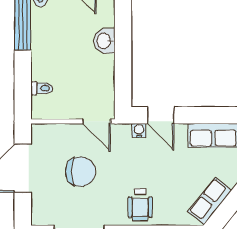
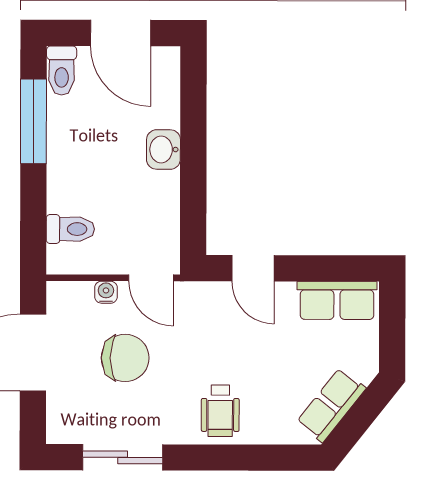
toilet: (42, 88) -> (70, 229), width x1.37, depth x1.39
water cooler: (139, 130) -> (106, 292), moved

